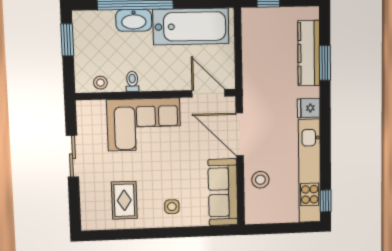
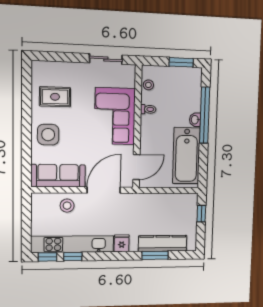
washbasin: (134, 20) -> (195, 120), width x0.52, depth x0.69
sliding door: (72, 156) -> (106, 59), moved
window: (325, 170) -> (73, 257), added
side table: (172, 207) -> (48, 135), width x1.87, depth x1.87

